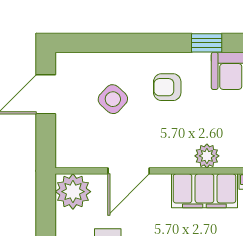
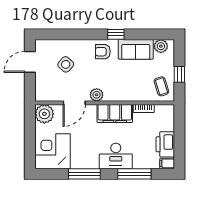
armchair: (167, 87) -> (103, 52), moved
plant: (207, 156) -> (97, 95), moved

